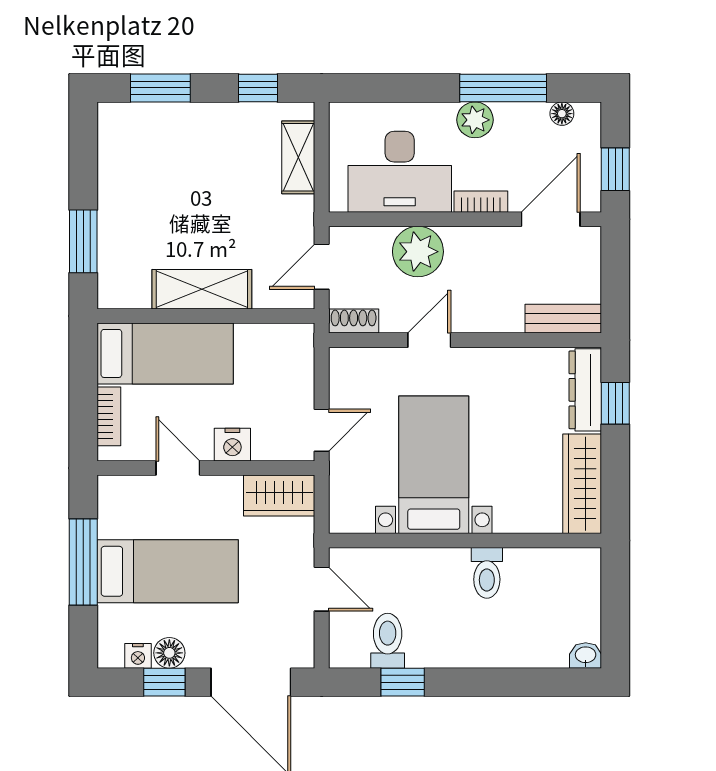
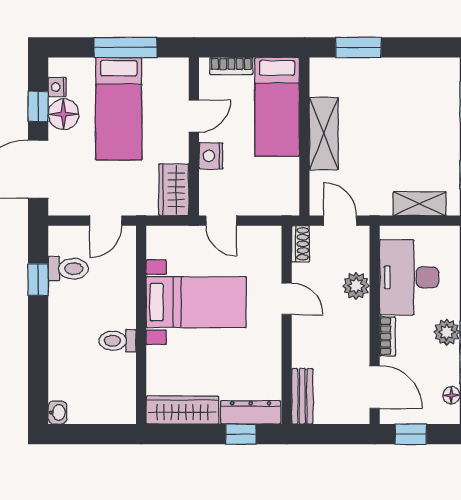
plant: (418, 252) -> (356, 286), width x0.73, depth x0.73
floor lamp: (169, 653) -> (64, 114), width x1.38, depth x1.38

